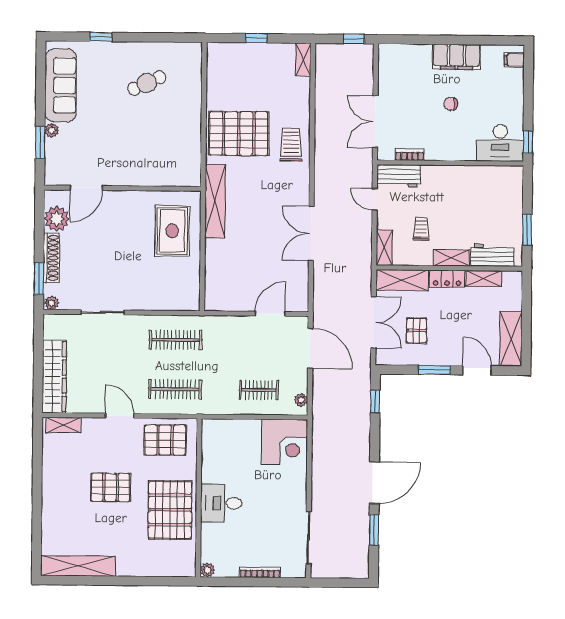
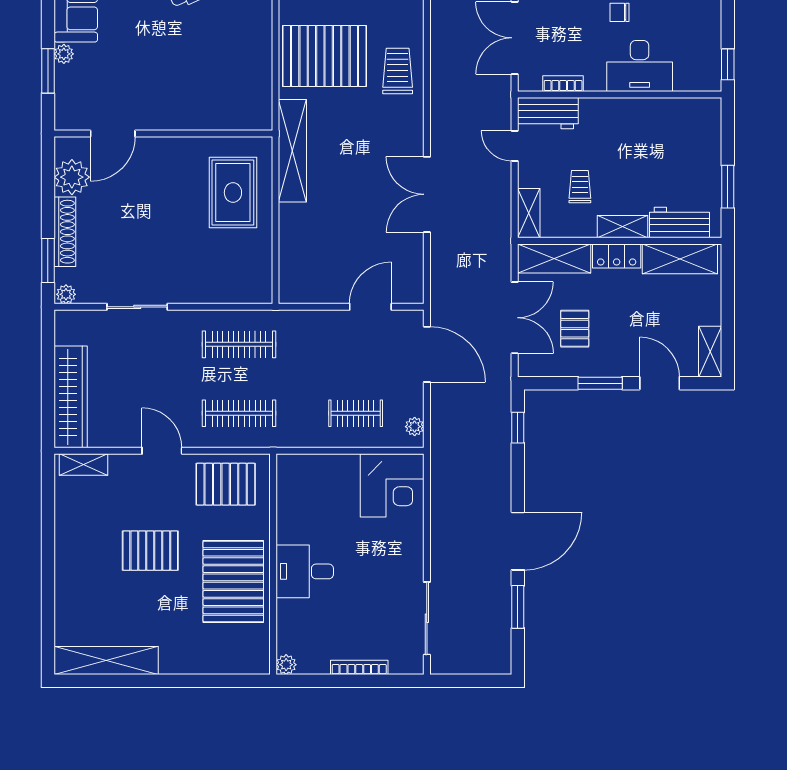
desk: (500, 143) -> (640, 66), moved
shelving: (484, 278) -> (680, 259), width x1.50, depth x1.33
shelving: (511, 339) -> (710, 352), width x0.67, depth x0.75

